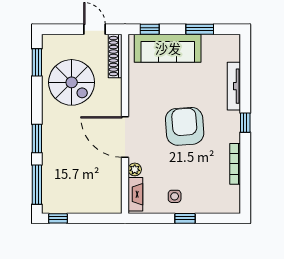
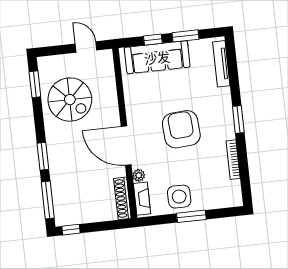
window: (150, 29) -> (153, 40), moved
shoe rack: (115, 56) -> (122, 198), moved
tv unit: (234, 86) -> (221, 64), moved
window: (245, 123) -> (238, 119), width x1.50
side table: (175, 196) -> (179, 197), width x1.87, depth x1.87
window: (185, 218) -> (191, 216), width x1.50

